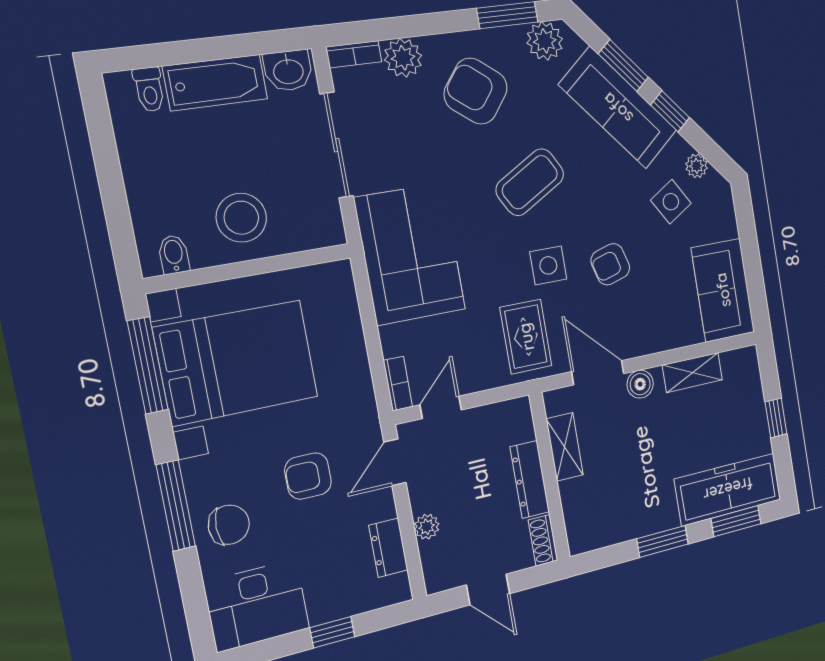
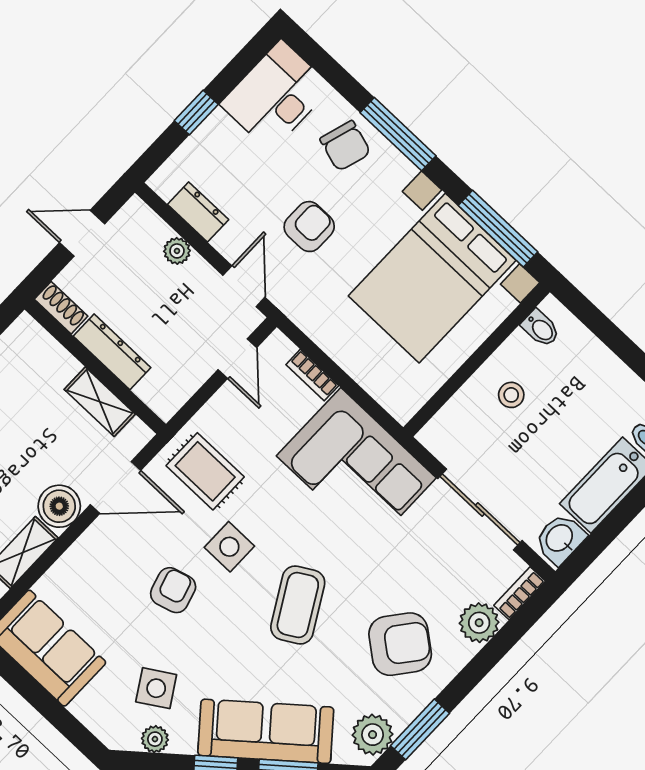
stool: (241, 218) -> (511, 395), width x0.53, depth x0.53
bookcase: (398, 384) -> (312, 375), moved
boiler: (640, 384) -> (59, 506), width x1.36, depth x1.36
chair: (229, 525) -> (345, 146), turned -73

